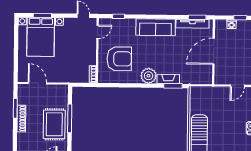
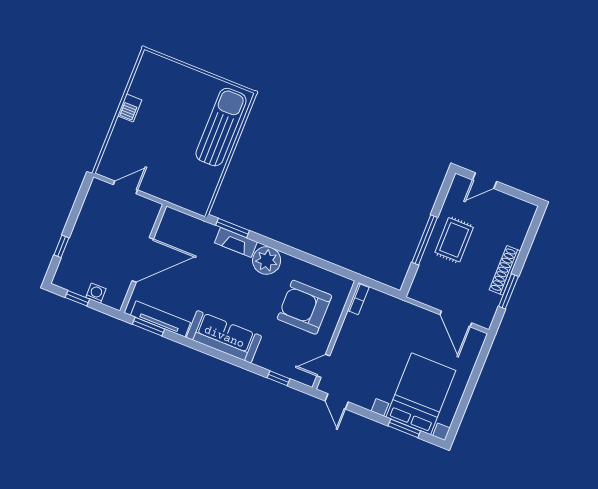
rug: (54, 124) -> (454, 240), width x0.73, depth x0.70

